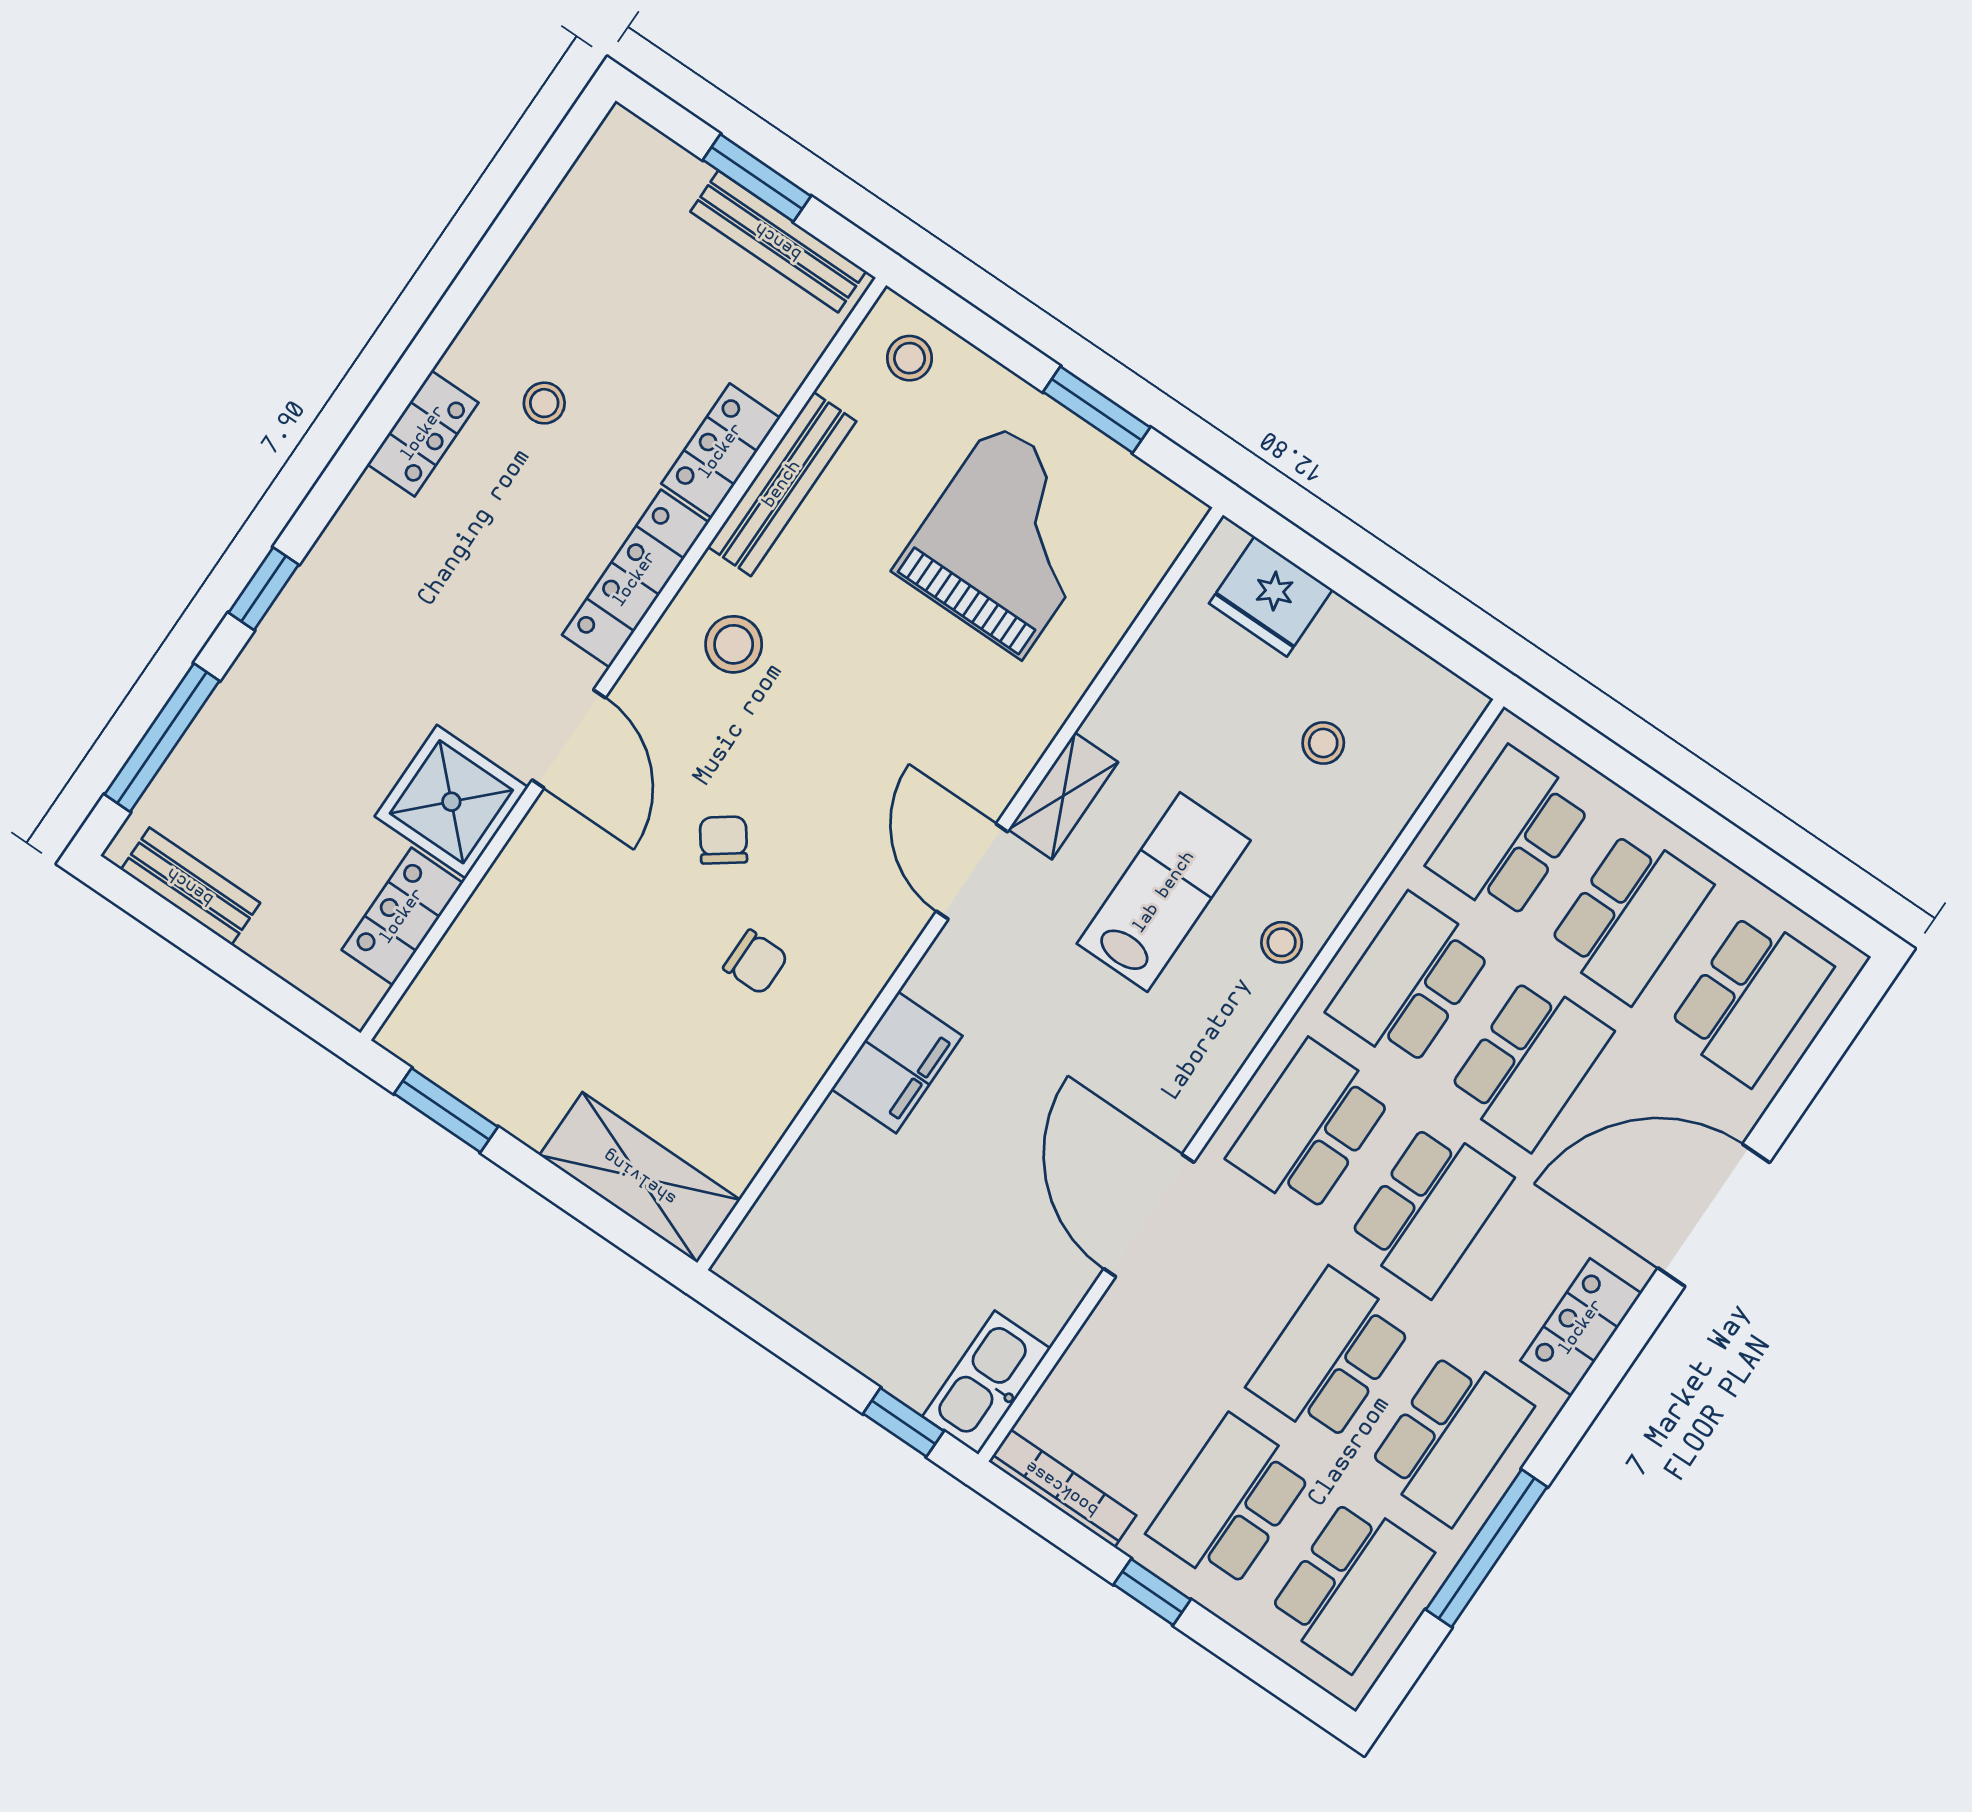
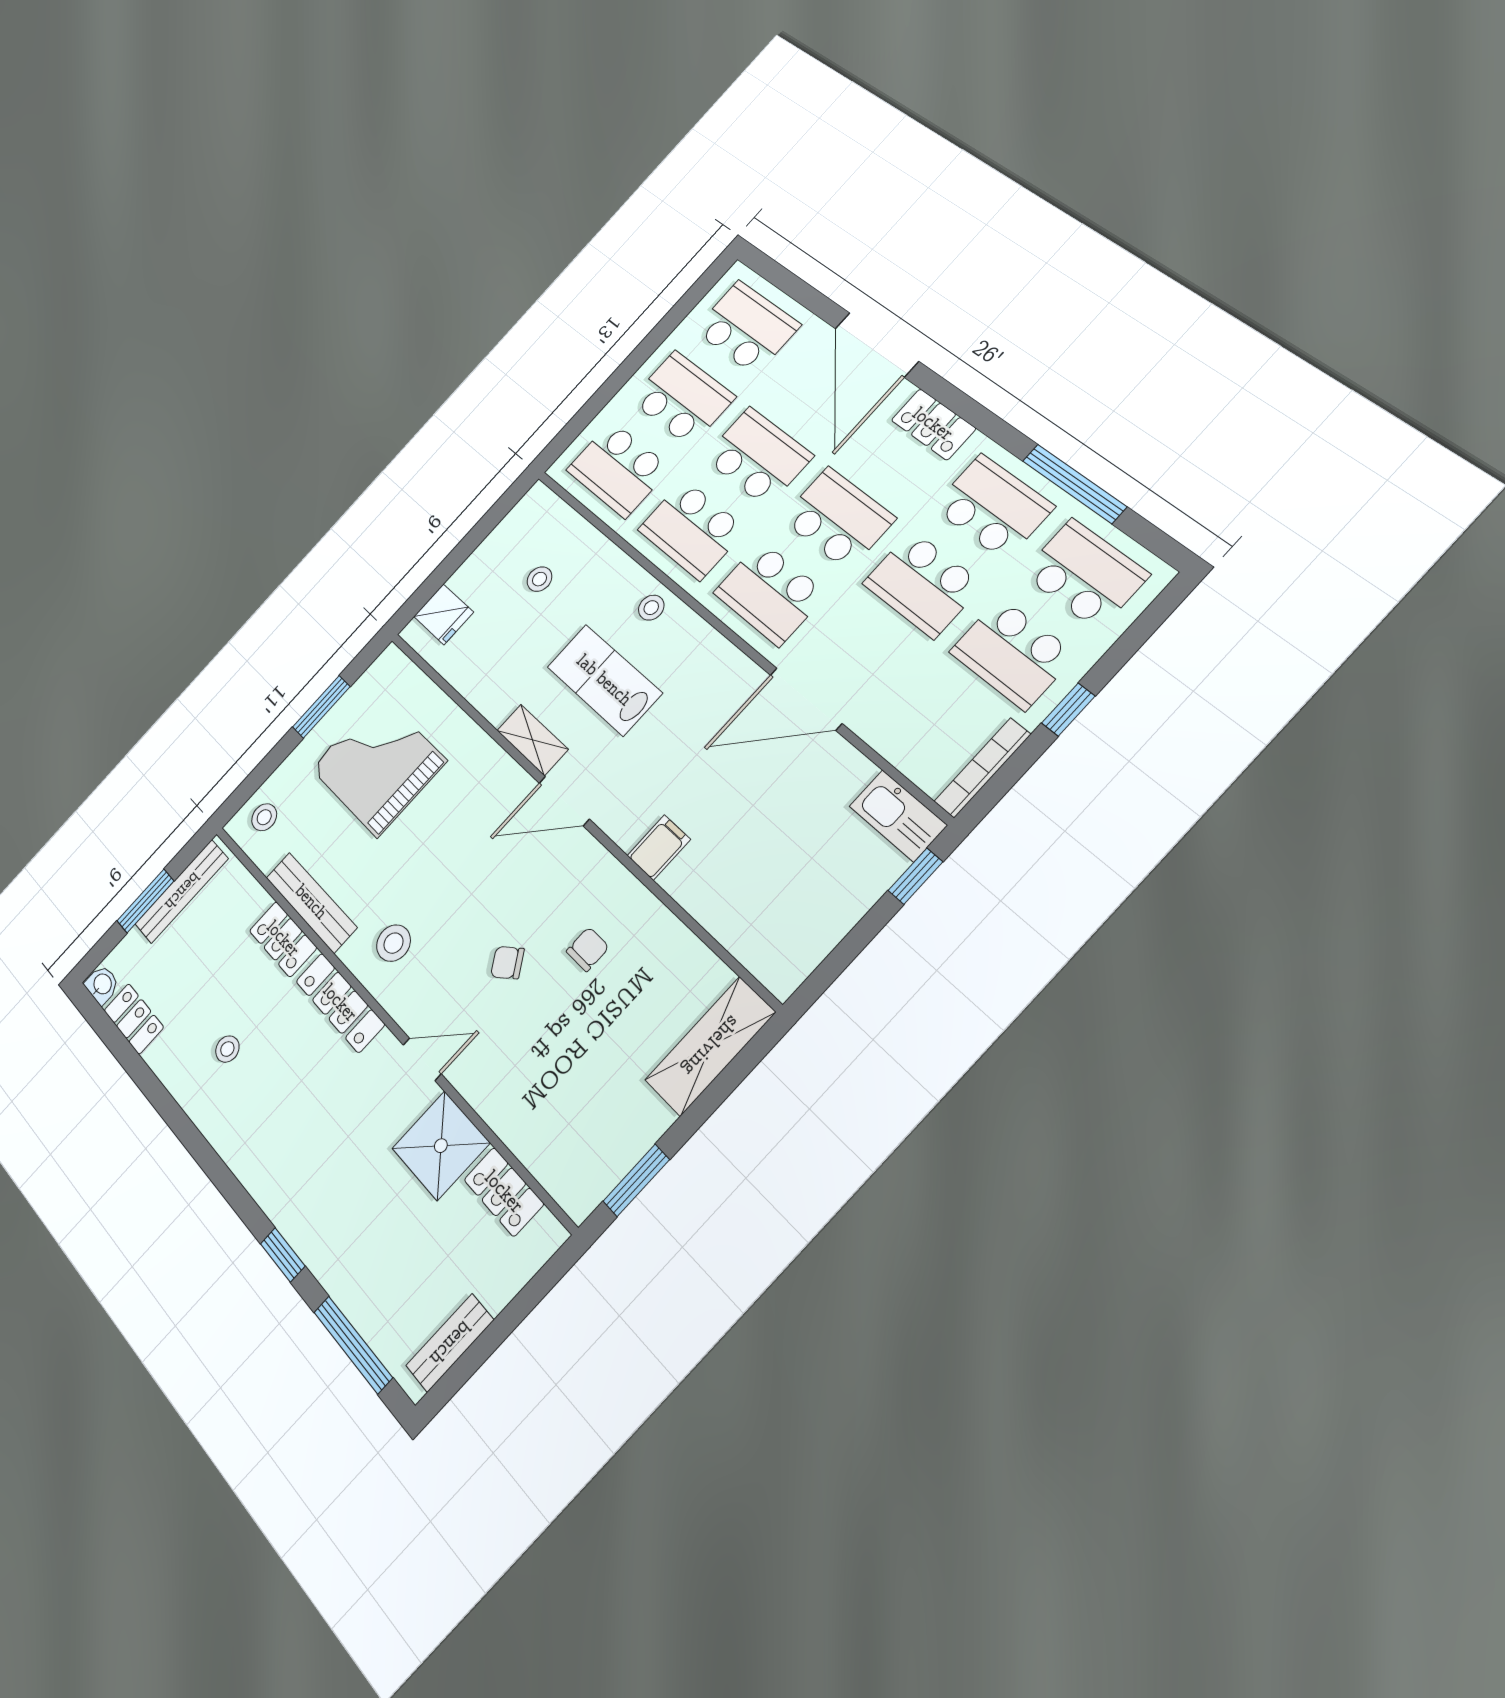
washbasin: (617, 140) -> (102, 985), added
locker: (423, 433) -> (134, 1019), moved
fridge: (1271, 596) -> (444, 614), width x0.72
door: (569, 739) -> (422, 1059), width x0.73
filing cabinet: (897, 1062) -> (659, 848), width x0.50

